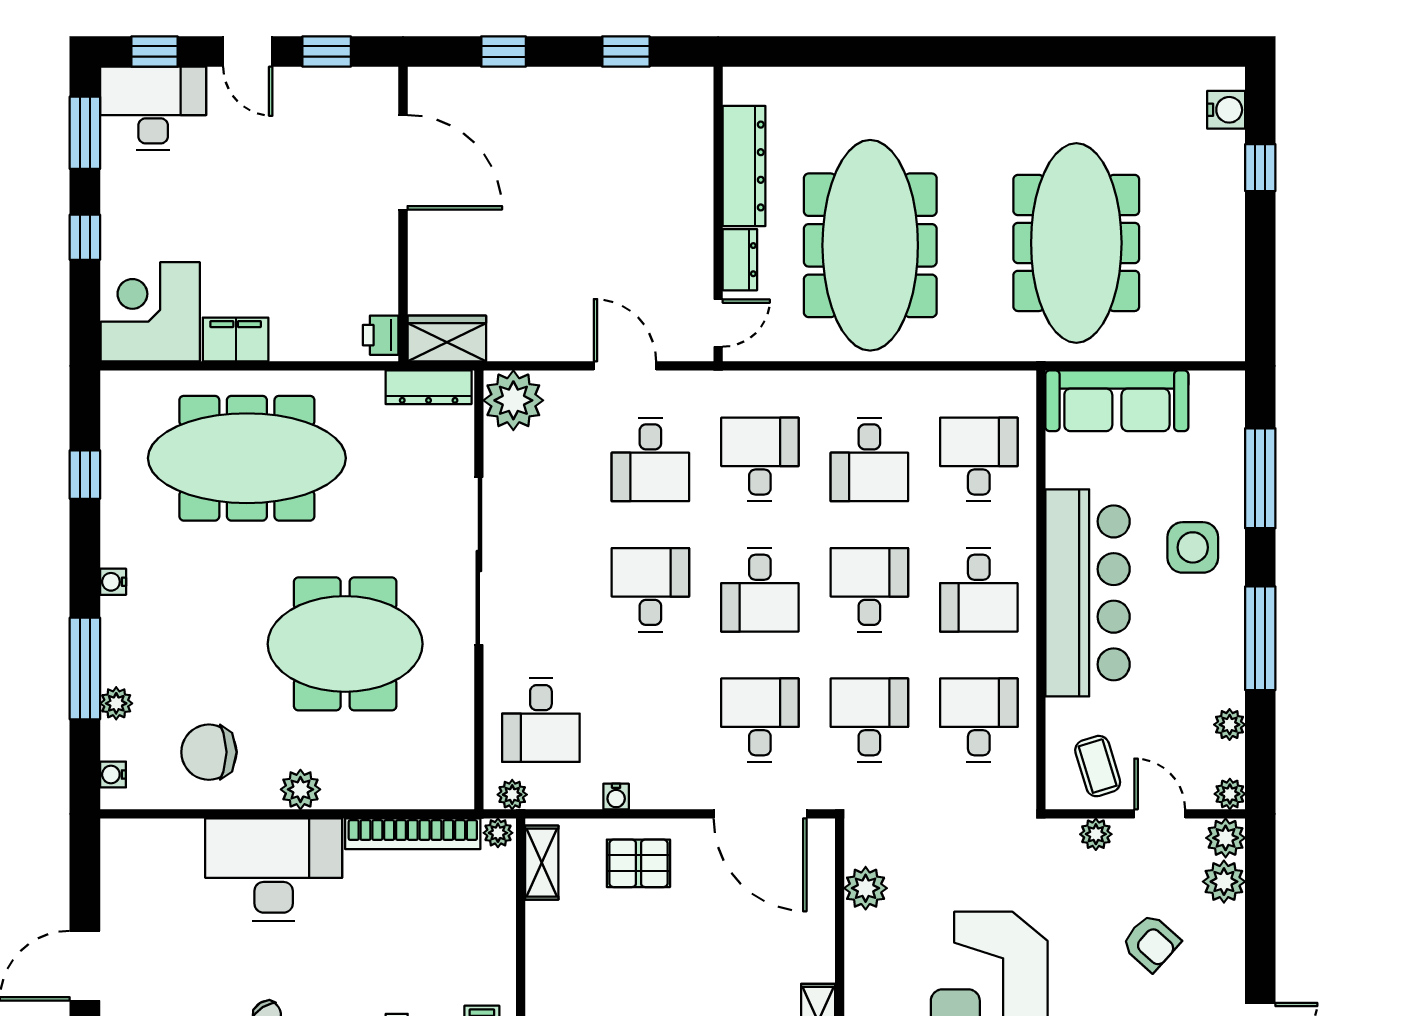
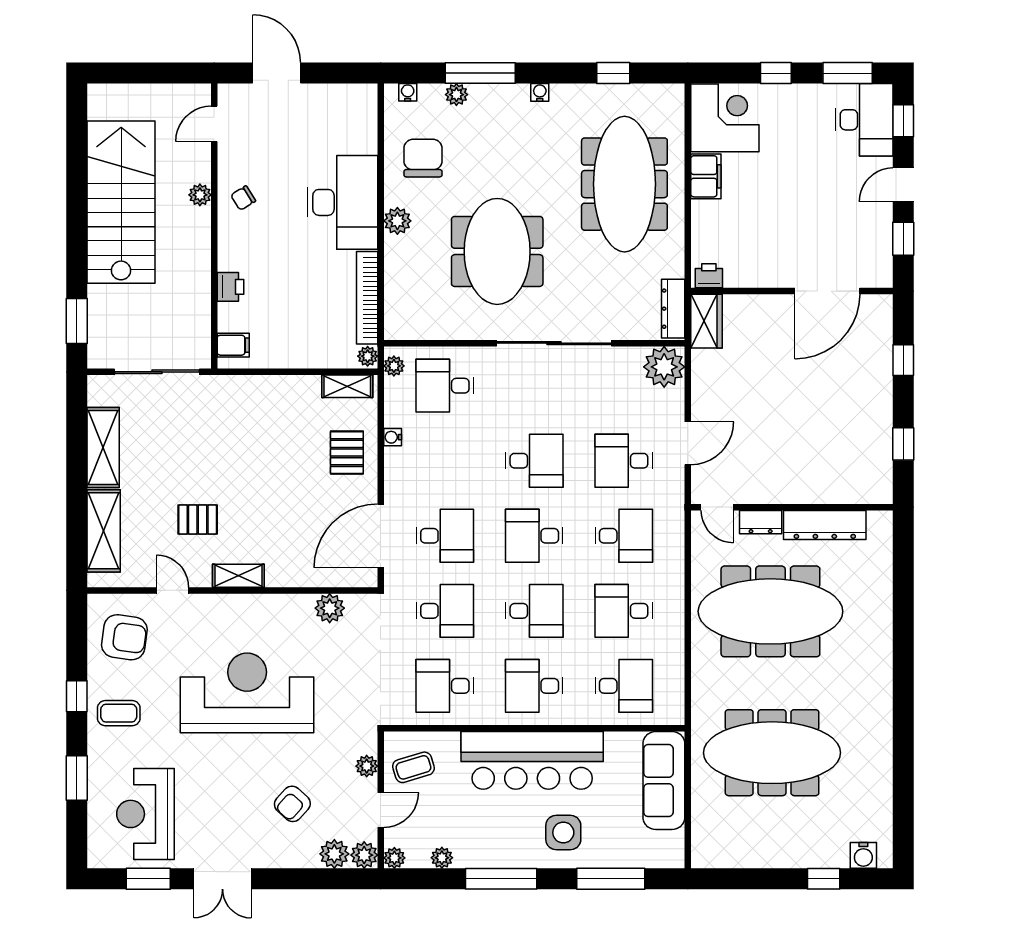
desk: (979, 720) -> (445, 686), turned 180

